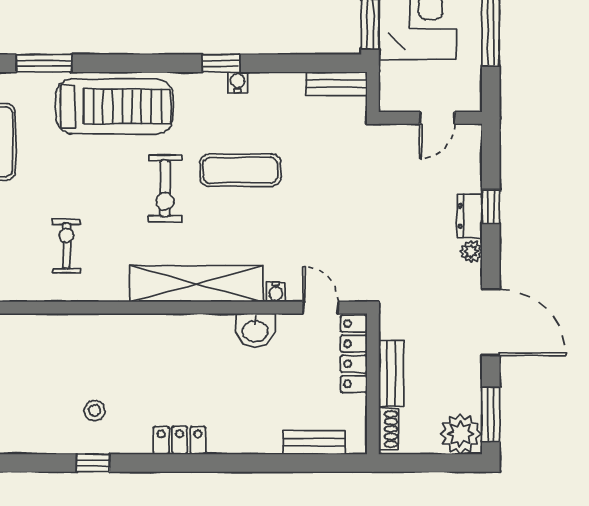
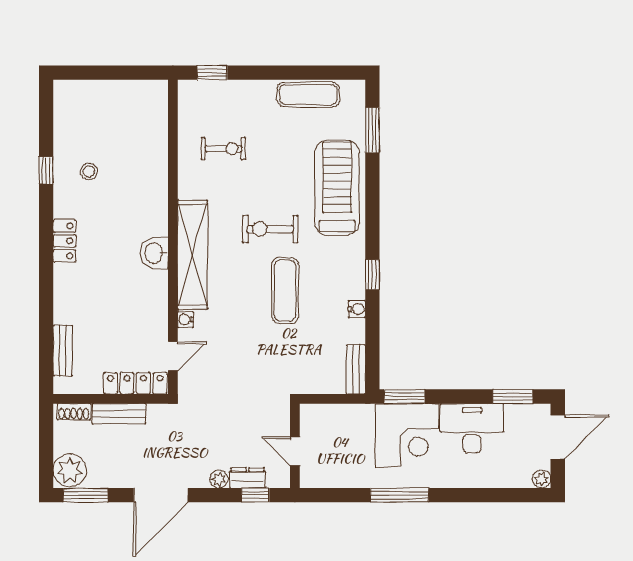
water cooler: (238, 82) -> (357, 309), moved
treadmill: (114, 106) -> (337, 188), turned 180
wall: (430, 118) -> (295, 446), moved
door: (437, 118) -> (295, 451), moved
washbasin: (255, 330) -> (154, 253), moved

